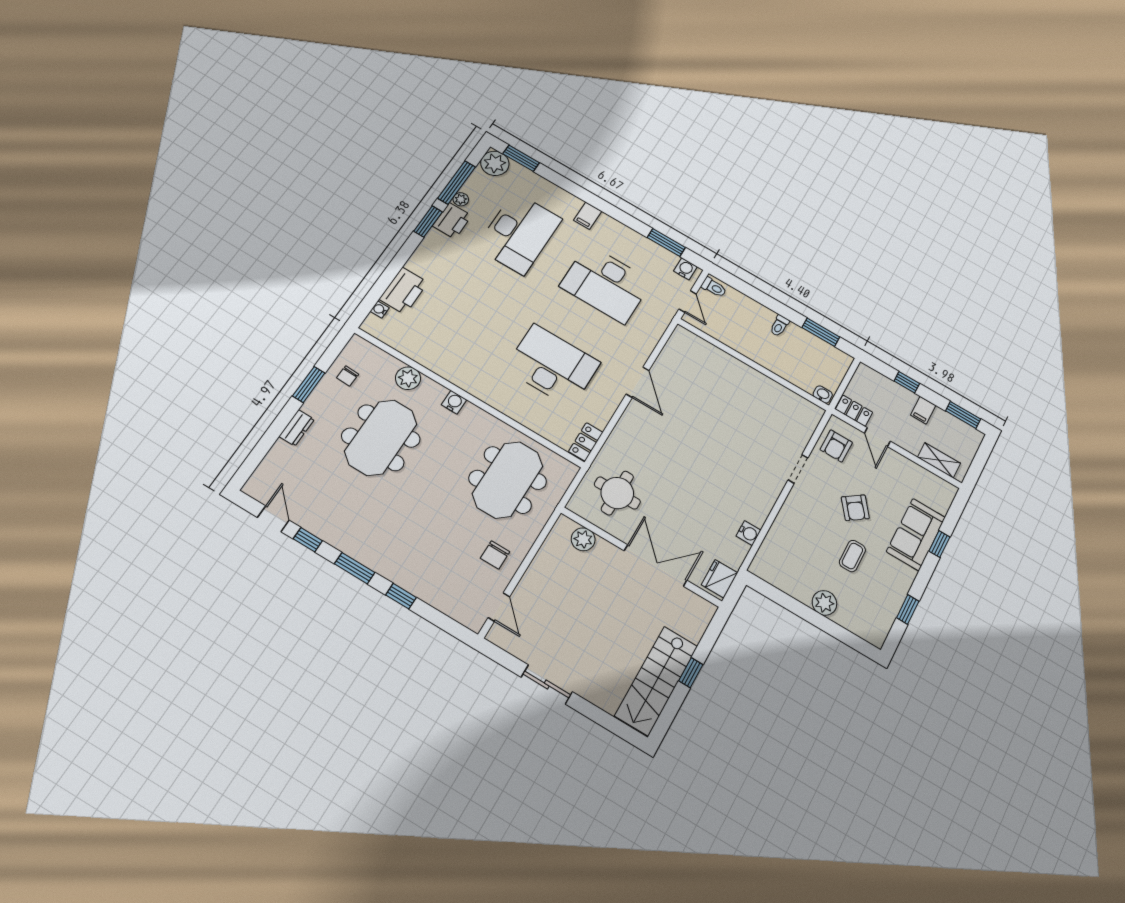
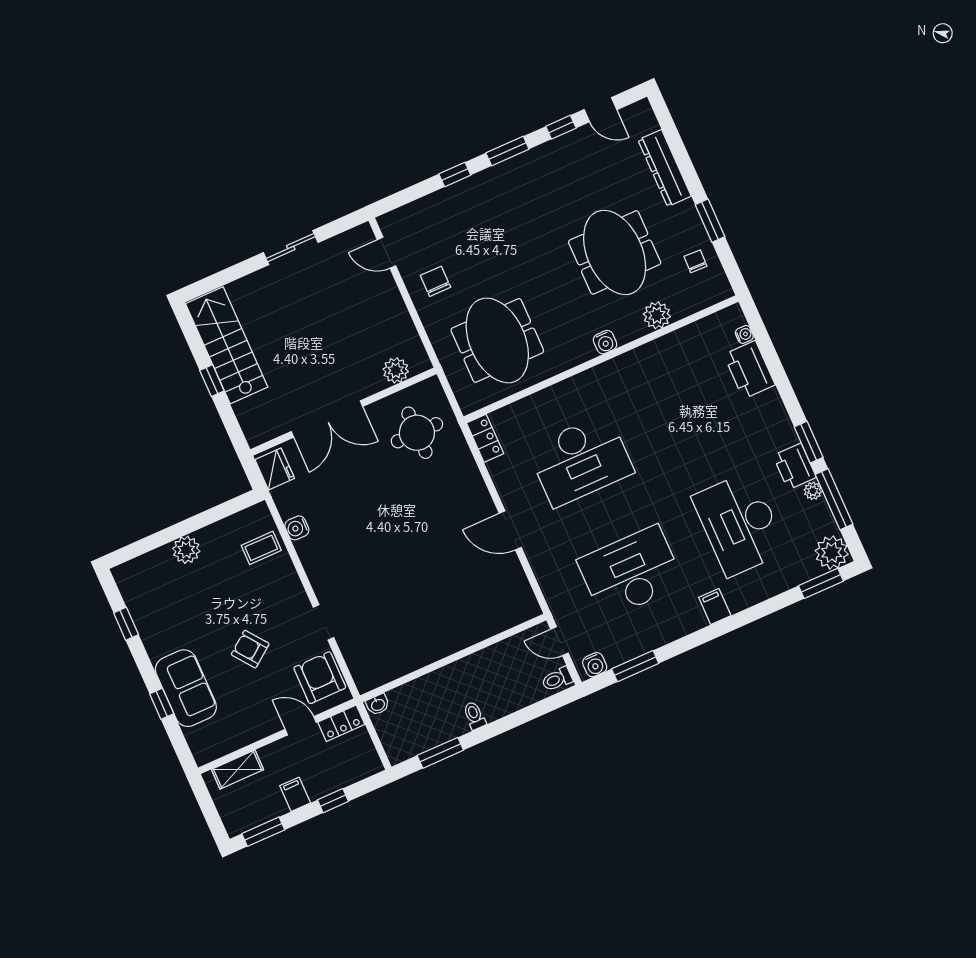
dresser: (297, 428) -> (665, 168), width x1.96, depth x1.24
armchair: (836, 446) -> (320, 678), width x1.38, depth x1.38
coffee table: (852, 556) -> (261, 548), moved, turned 90

